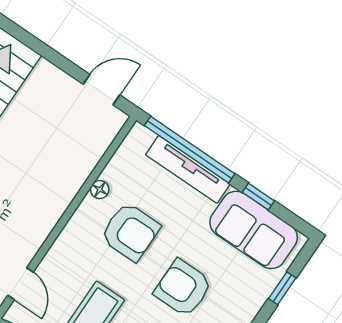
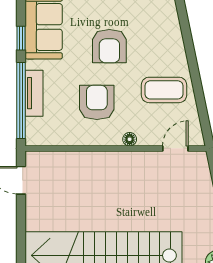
tv unit: (188, 169) -> (34, 93), width x0.71
floor lamp: (100, 190) -> (130, 139), moved

